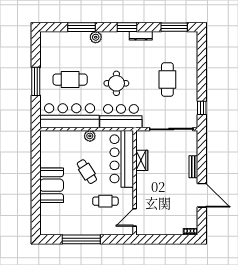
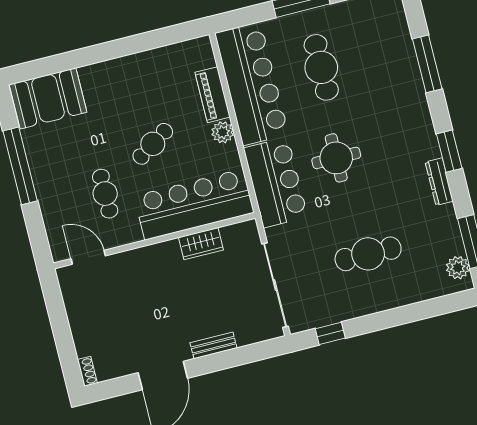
plant: (96, 37) -> (458, 268), moved
piano: (70, 136) -> (213, 95), added
booth: (52, 185) -> (48, 98), moved

